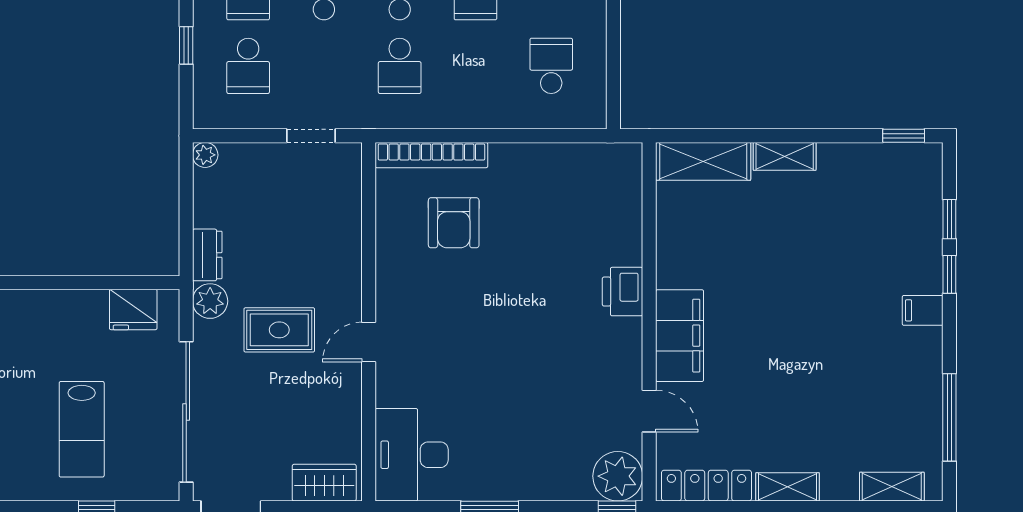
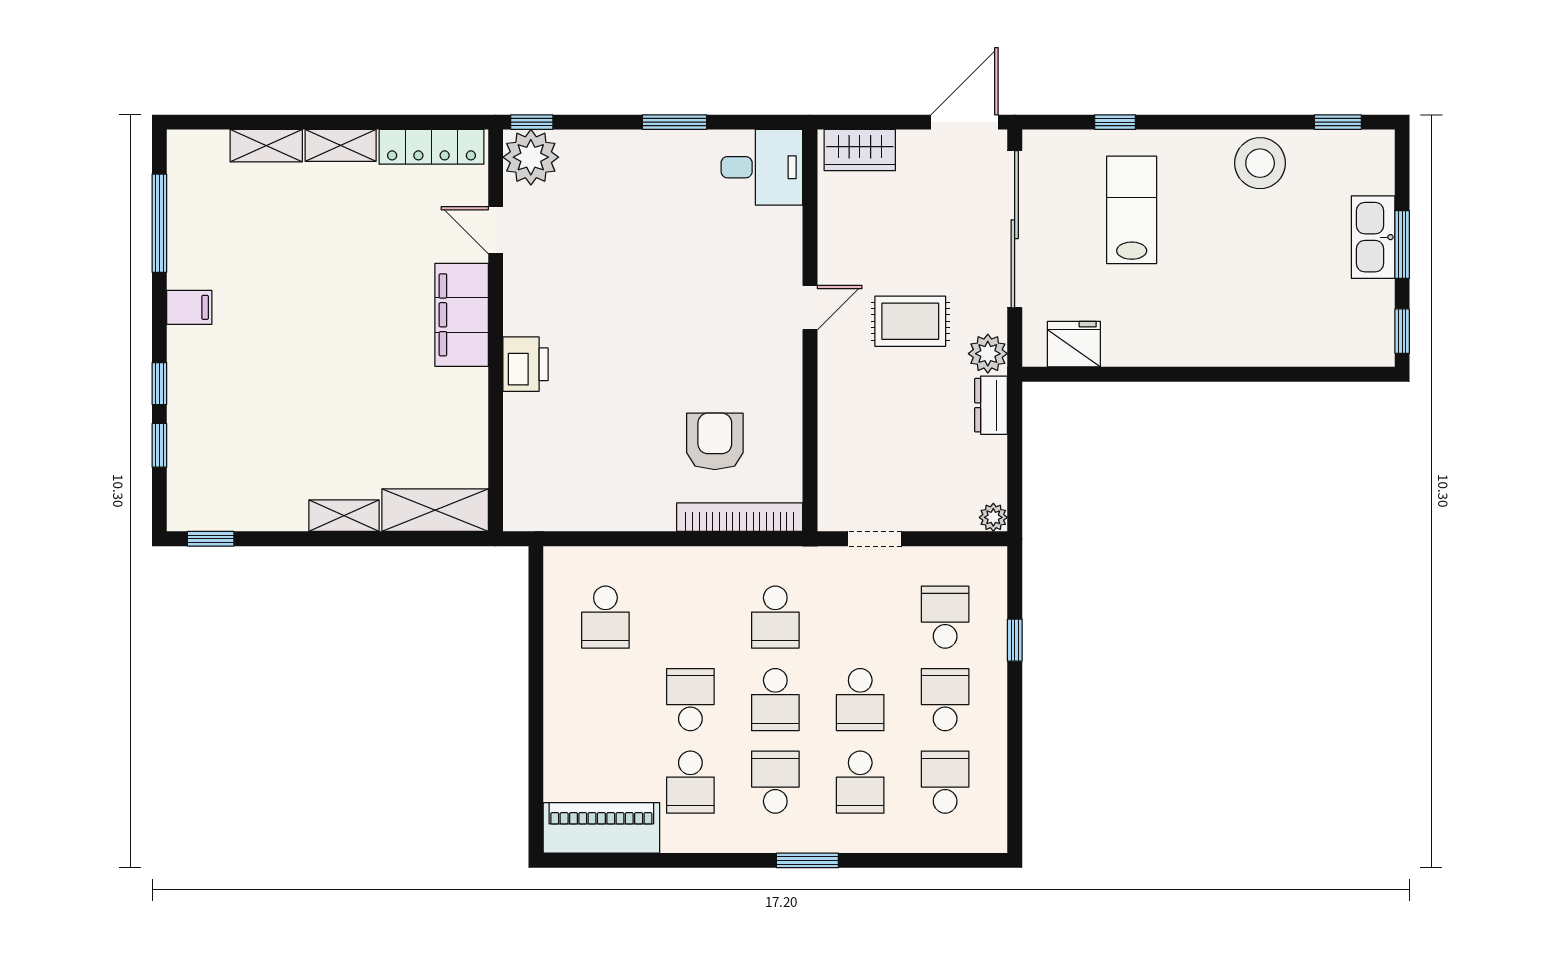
school desk: (400, 66) -> (775, 617), turned 180
filing cabinet: (923, 310) -> (189, 307), moved
desk: (412, 455) -> (762, 167), width x0.73
shelving: (892, 487) -> (266, 146), moved

